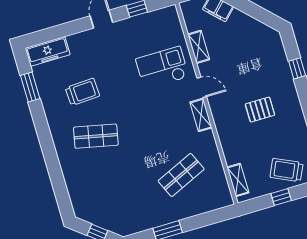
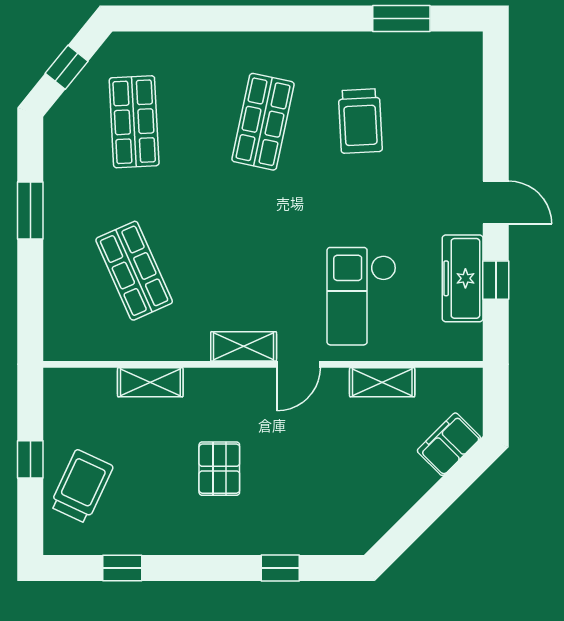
freezer: (48, 51) -> (463, 278), moved
checkout: (162, 68) -> (361, 296), turned 180
shelving: (238, 180) -> (150, 382), moved
shop shelf: (113, 195) -> (134, 122), added

